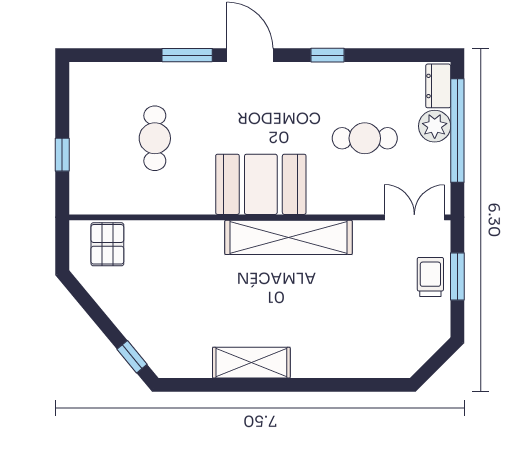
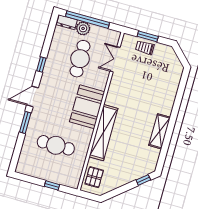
cafe table: (155, 138) -> (56, 145), width x1.37, depth x1.35
cafe table: (365, 138) -> (80, 59), width x1.37, depth x1.35
double door: (414, 217) -> (115, 59), moved
shelving: (289, 237) -> (103, 133), moved
pallet: (107, 244) -> (94, 177), turned 90

